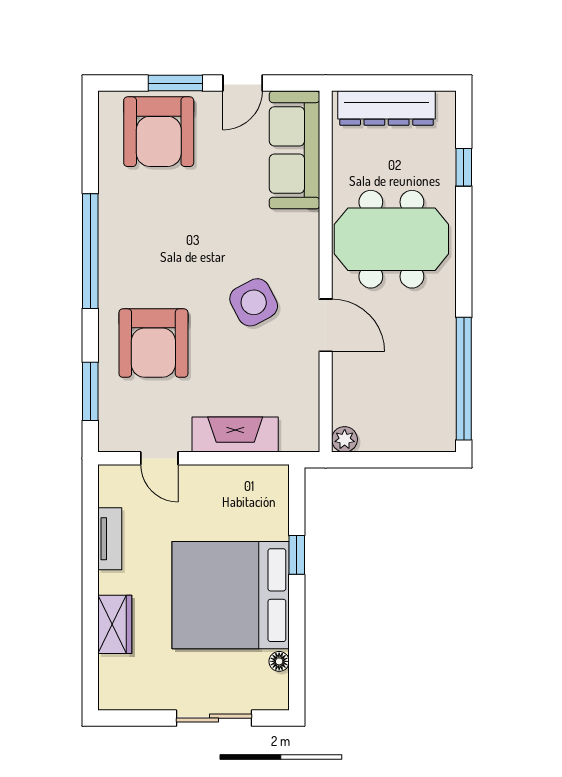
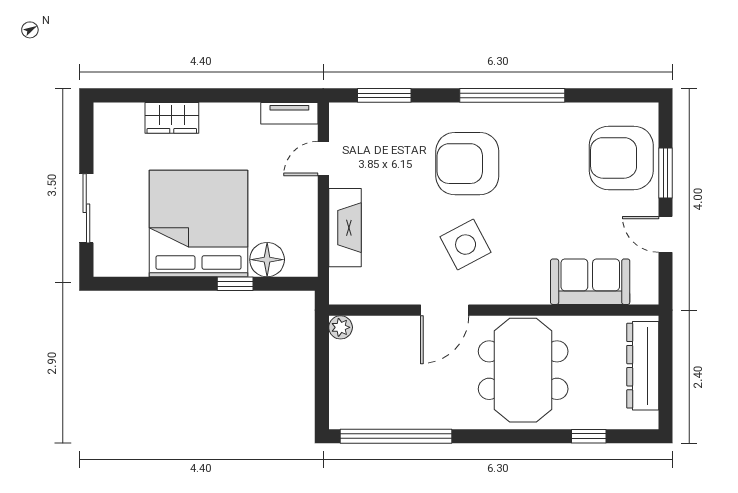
sofa: (294, 150) -> (590, 282), width x0.73
armchair: (153, 343) -> (467, 164), moved
tv unit: (110, 539) -> (289, 113), moved
floor lamp: (279, 661) -> (267, 260), moved, width x1.89, depth x1.89

